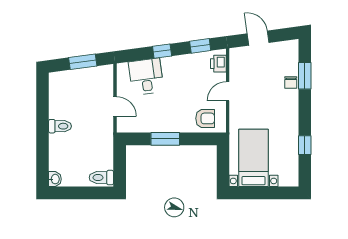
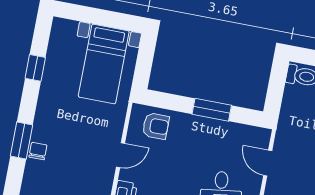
window: (305, 76) -> (21, 140), moved
armchair: (205, 118) -> (156, 126), turned 180

